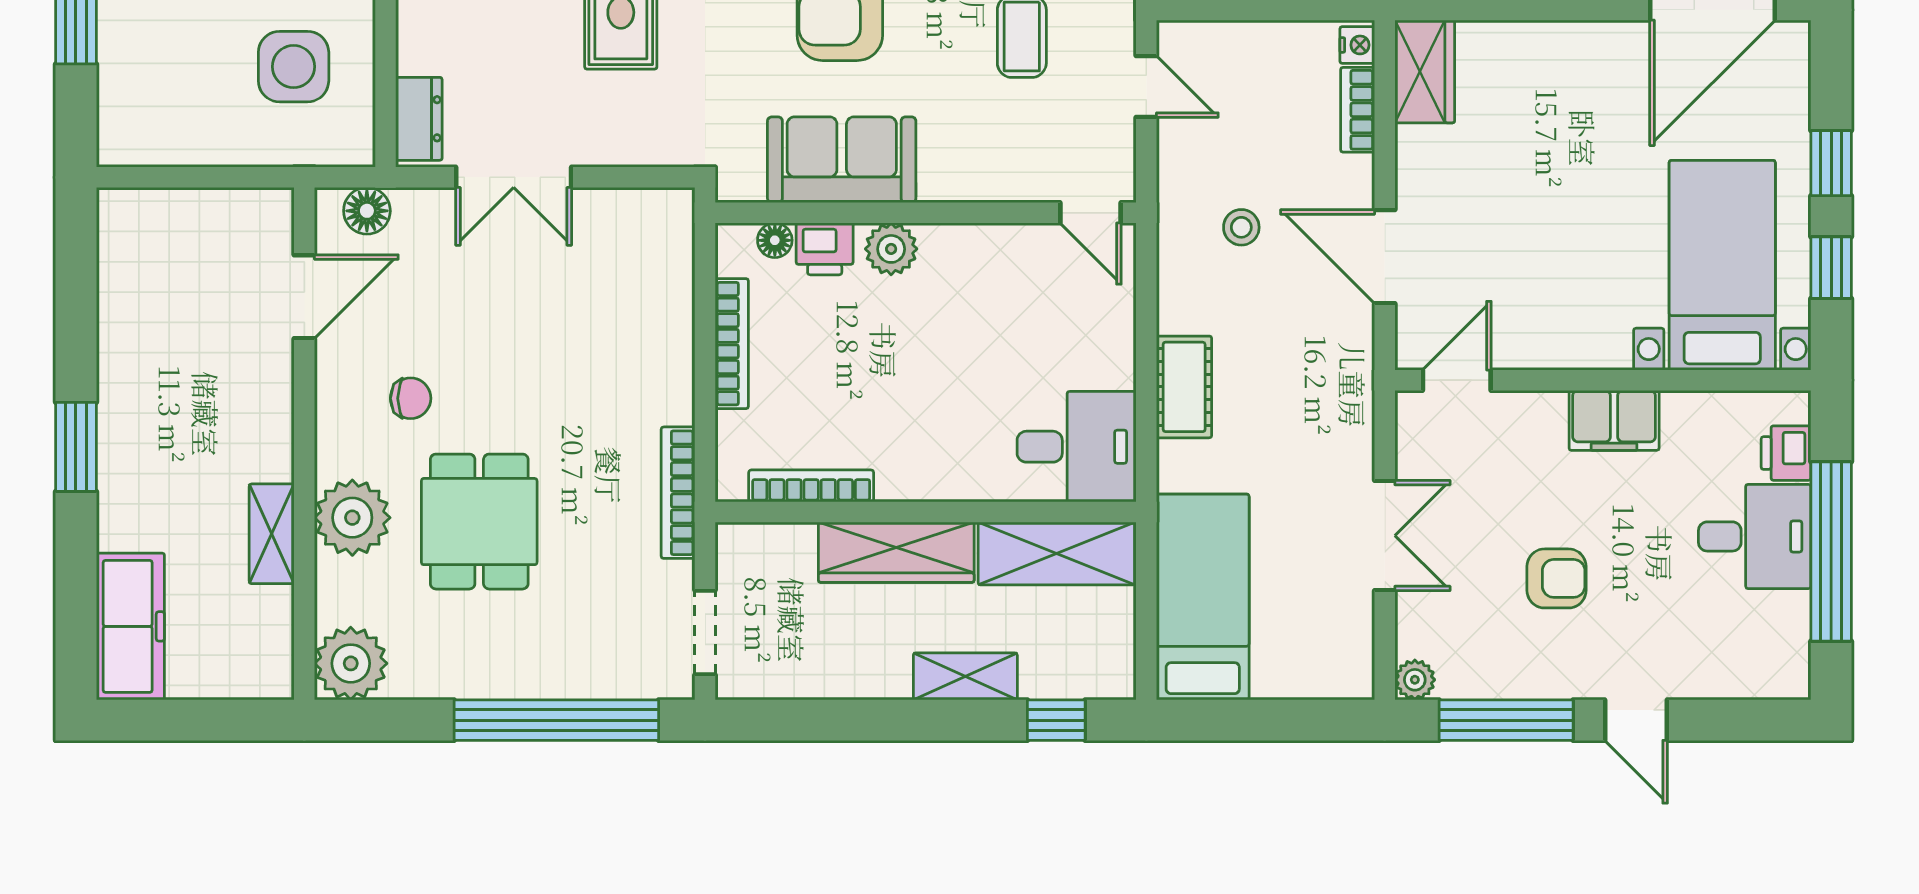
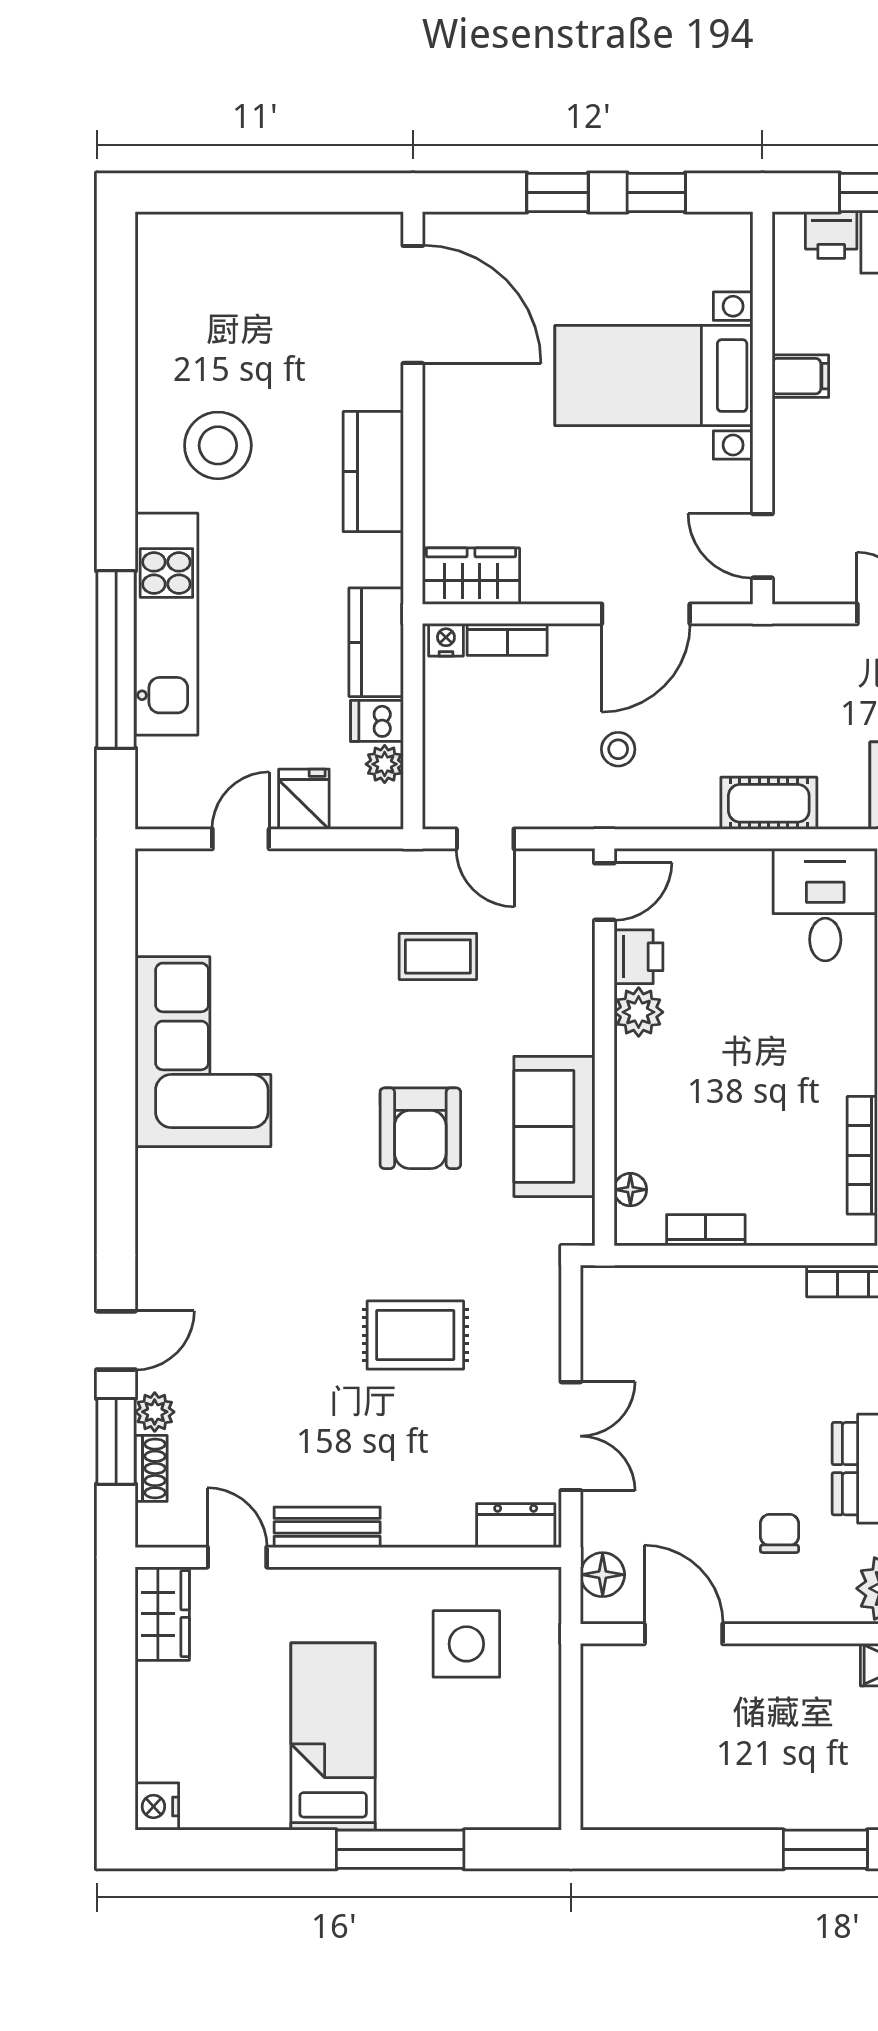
door: (1146, 87) -> (485, 839), swing flipped
printer: (825, 249) -> (638, 957), moved
plant: (891, 249) -> (639, 1012), moved
bed with nightstands: (1722, 265) -> (654, 376), moved
bookcase: (732, 344) -> (706, 1230), width x0.64
filing cabinet: (1614, 420) -> (800, 376), width x0.50

